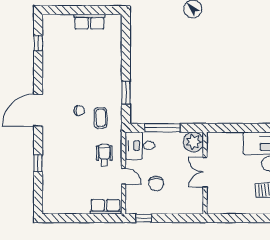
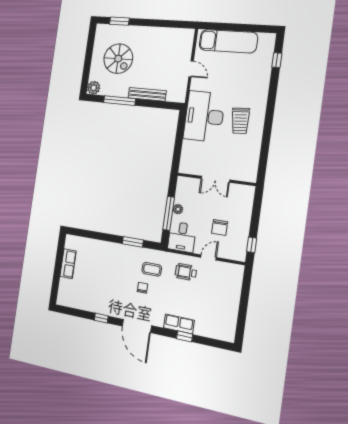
window: (38, 43) -> (101, 318), moved
plant: (193, 142) -> (178, 209), moved, width x0.53, depth x0.53
chair: (156, 184) -> (220, 227), turned 90
row of seats: (106, 207) -> (179, 324), moved, turned 90

